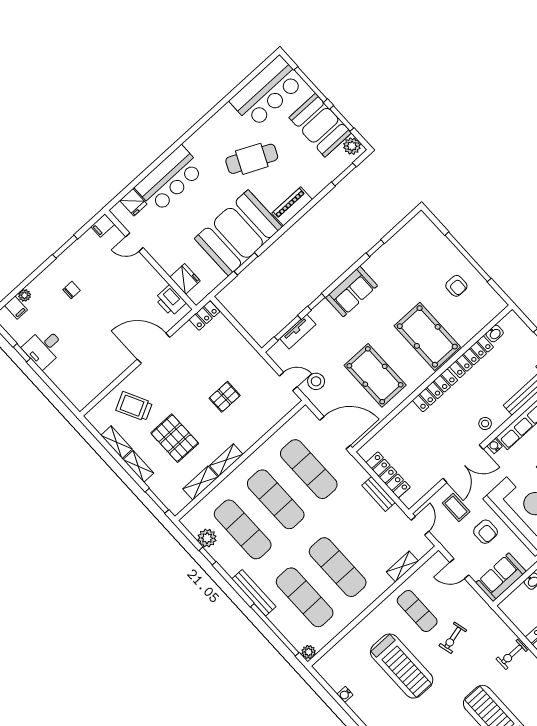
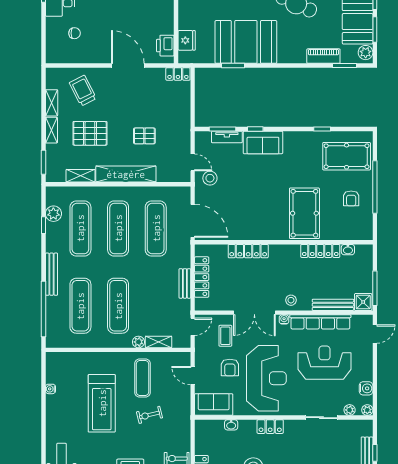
piano: (292, 206) -> (323, 56), moved
sofa: (351, 291) -> (263, 142), moved
chair: (81, 363) -> (75, 33), added
pool table: (375, 375) -> (347, 156), moved, turned 90
locker: (435, 390) -> (248, 251), moved
pallet: (175, 438) -> (90, 133), turned 90
shelving: (226, 460) -> (126, 174), width x2.20, depth x1.33
plant: (309, 652) -> (138, 342), moved

